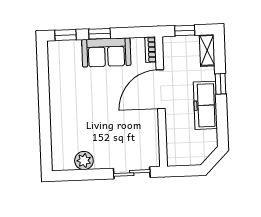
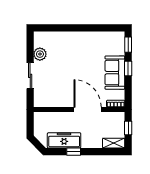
window: (221, 84) -> (74, 152), moved
freezer: (205, 105) -> (64, 140), moved
sliding door: (132, 173) -> (30, 76), moved

